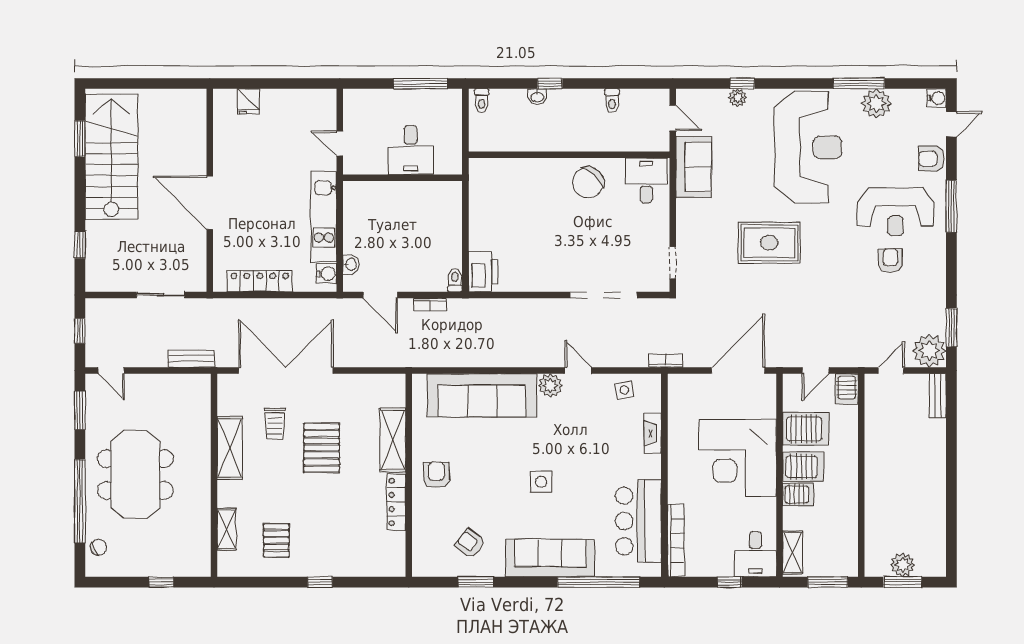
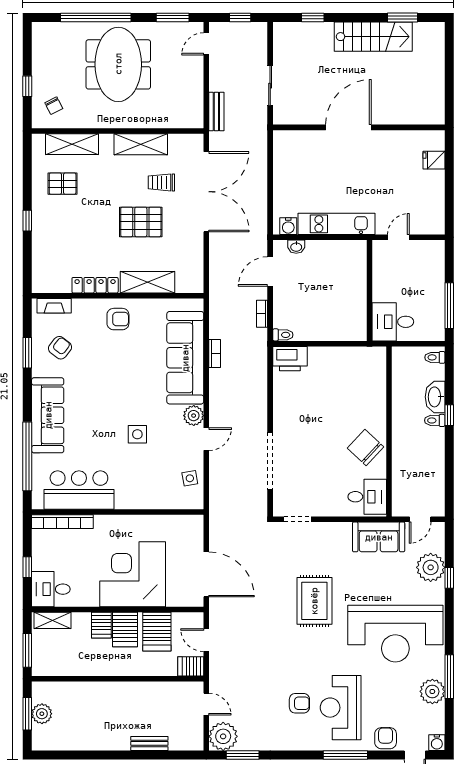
washbasin: (537, 97) -> (435, 397), width x1.91, depth x1.45
plant: (738, 98) -> (431, 567), width x1.87, depth x1.87
toilet: (612, 101) -> (435, 420), moved
desk: (411, 150) -> (393, 322), moved
stairs: (111, 157) -> (373, 37), width x0.73, depth x0.66
locker: (260, 281) -> (282, 170), removed
bookcase: (666, 361) -> (215, 353), moved
bench: (938, 396) -> (149, 743), moved
fireplace: (653, 433) -> (54, 306), moved, turned 180
meeting table: (135, 475) -> (118, 64), turned 90
side table: (541, 482) -> (137, 434), moved
shelving: (227, 529) -> (72, 144), width x1.50, depth x1.33
chair: (99, 547) -> (54, 106), moved

